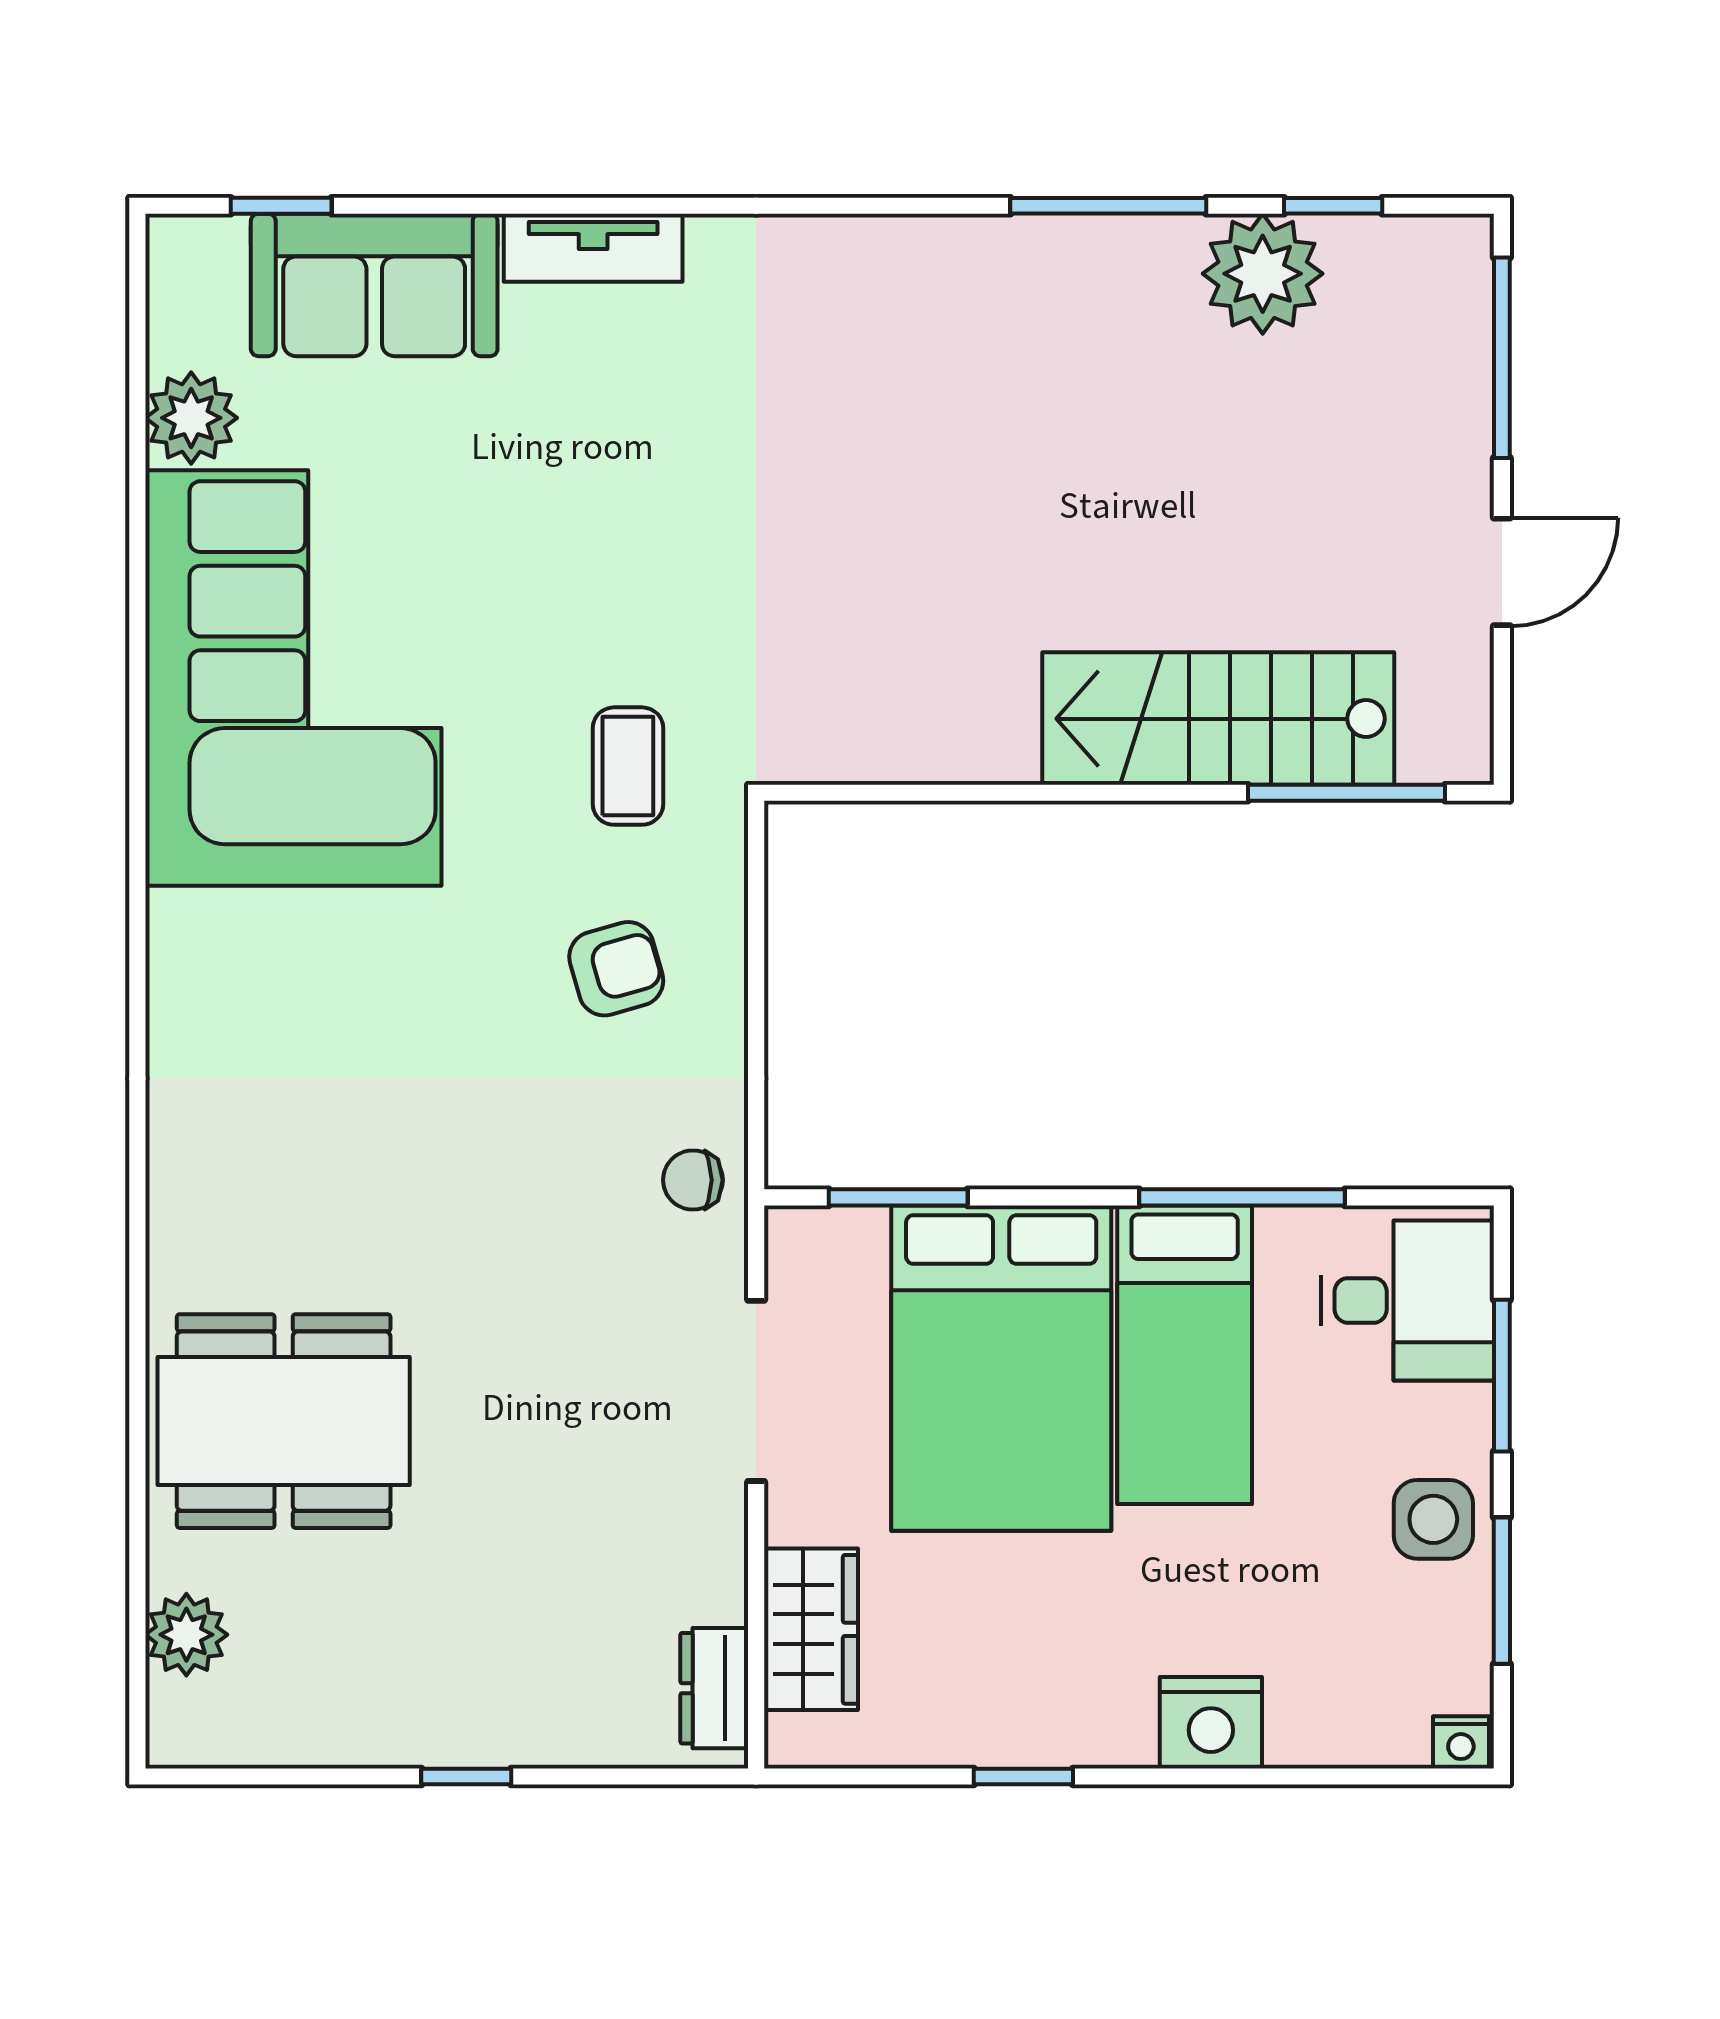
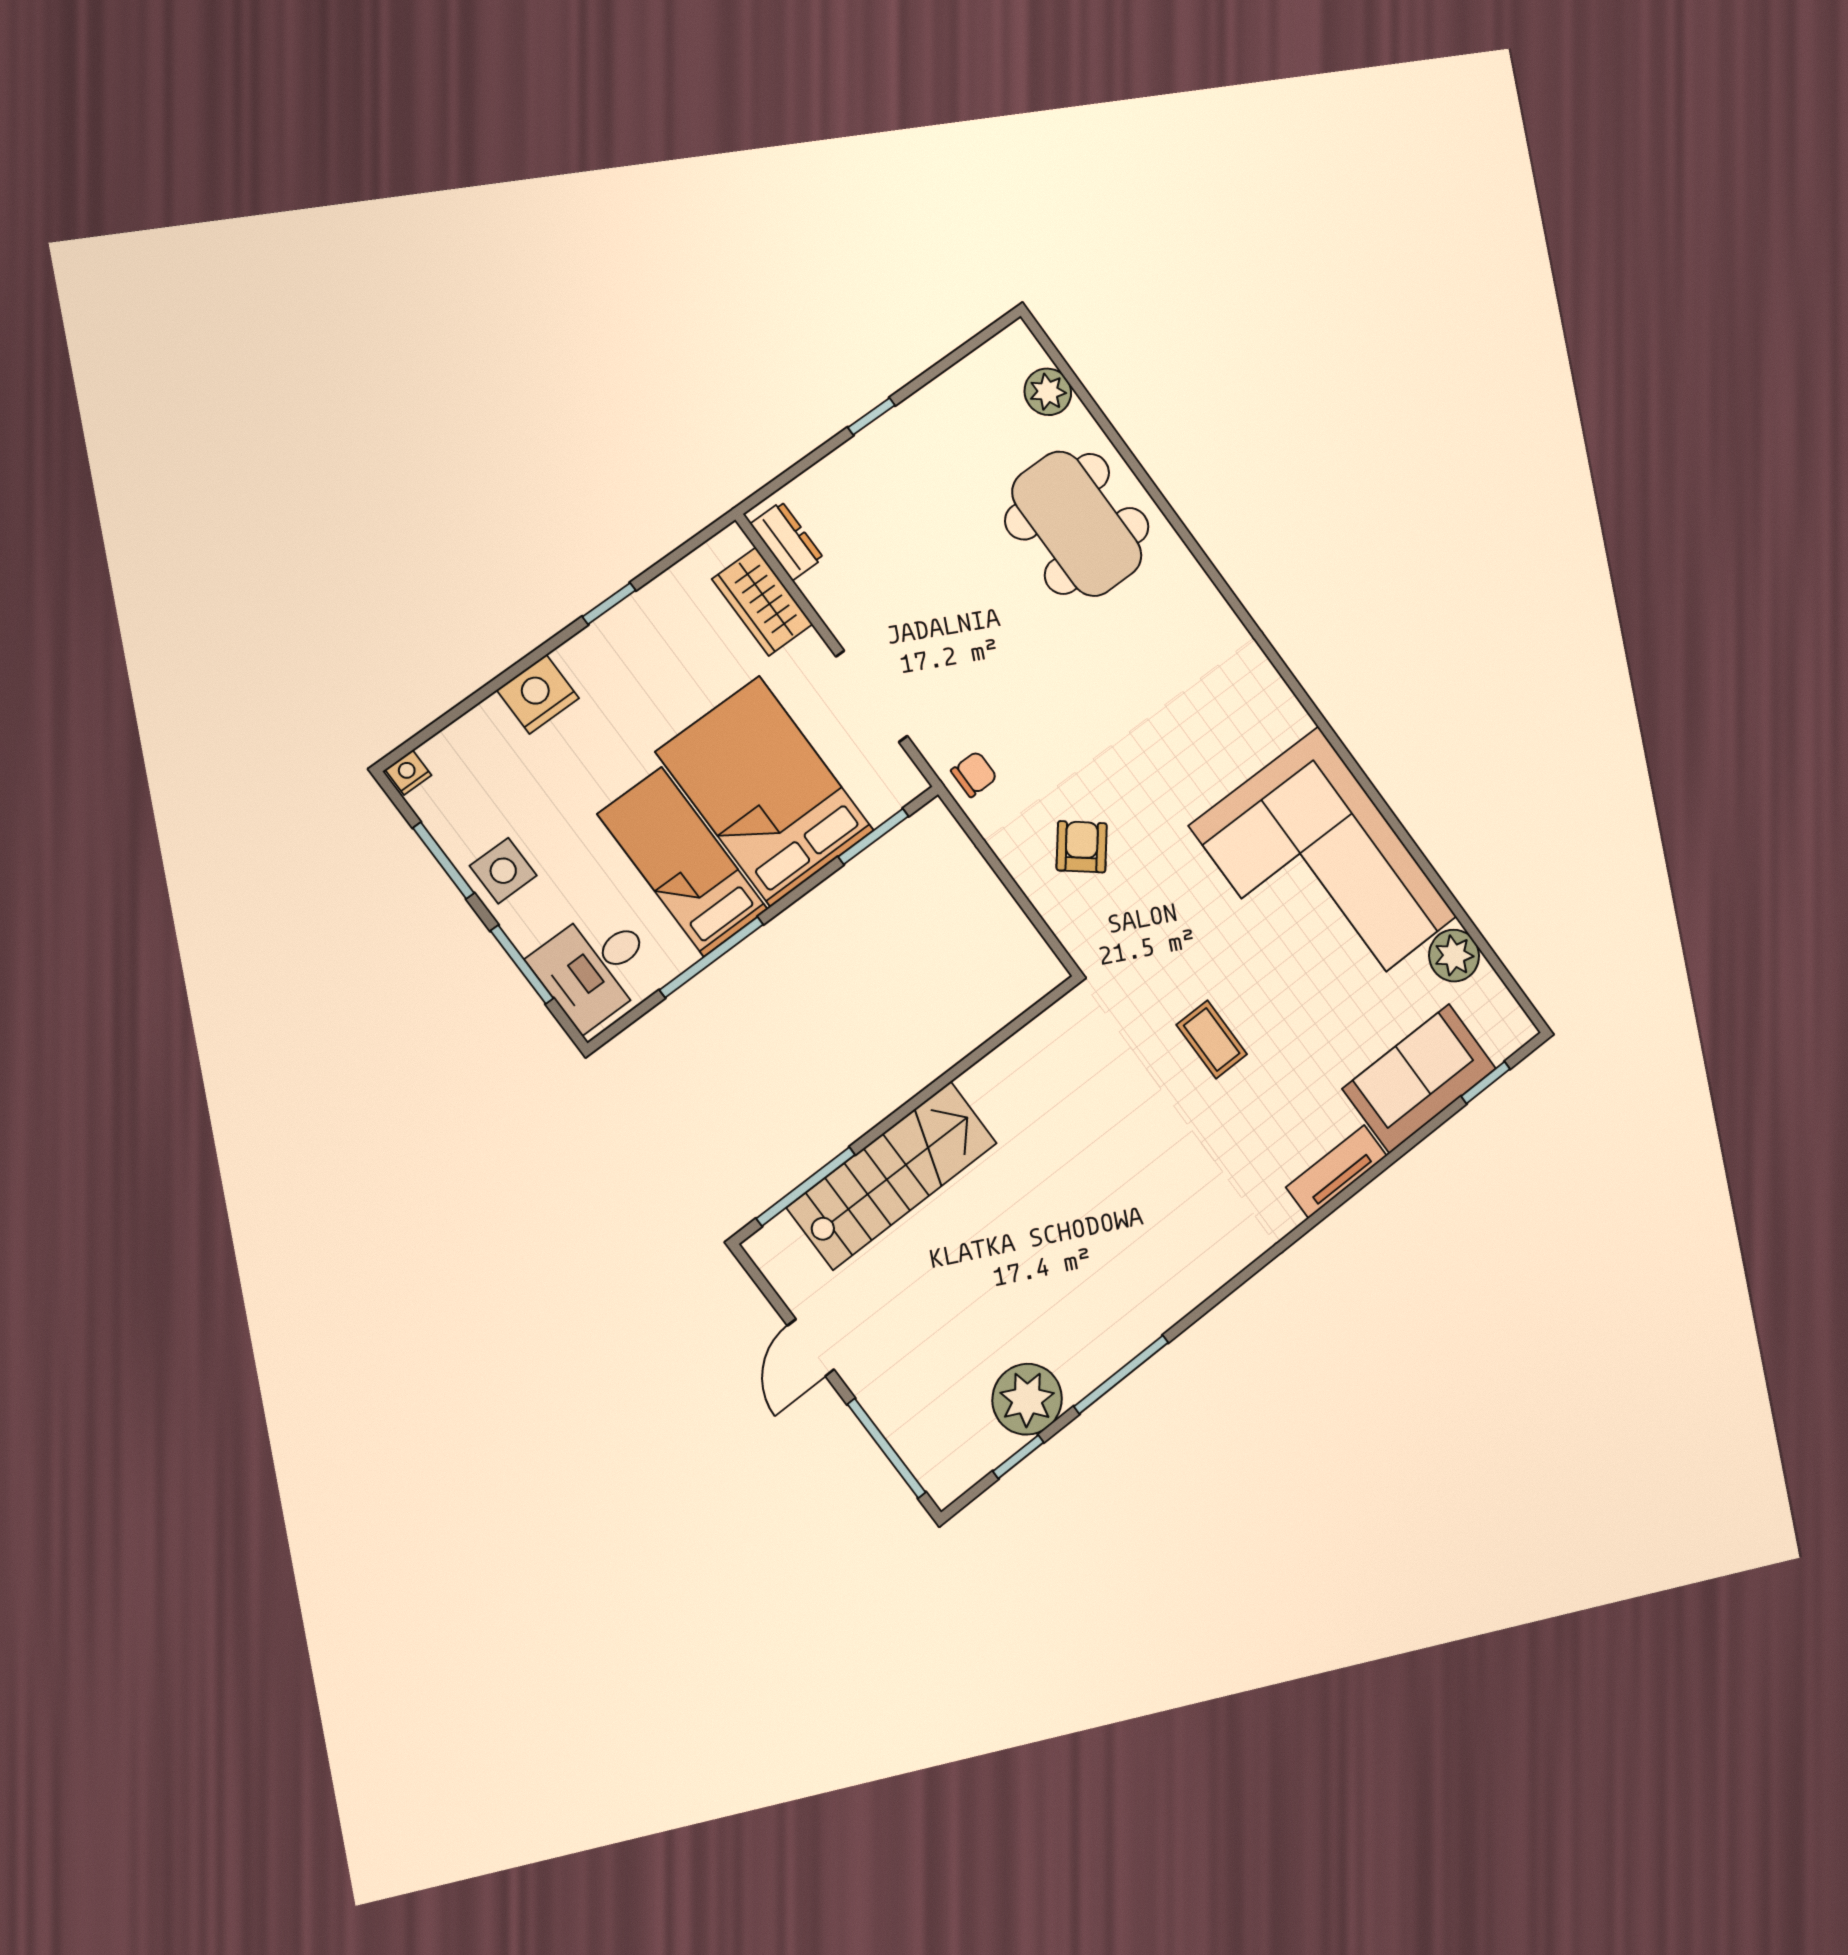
coffee table: (628, 766) -> (1212, 1039), moved
armchair: (616, 969) -> (1082, 847), turned 145
dining table: (284, 1421) -> (1077, 524), turned 90

